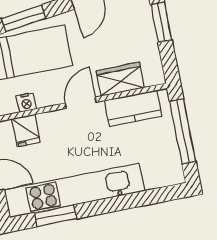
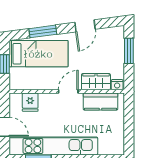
nightstand: (26, 103) -> (117, 85), moved
window: (183, 131) -> (129, 122), removed

